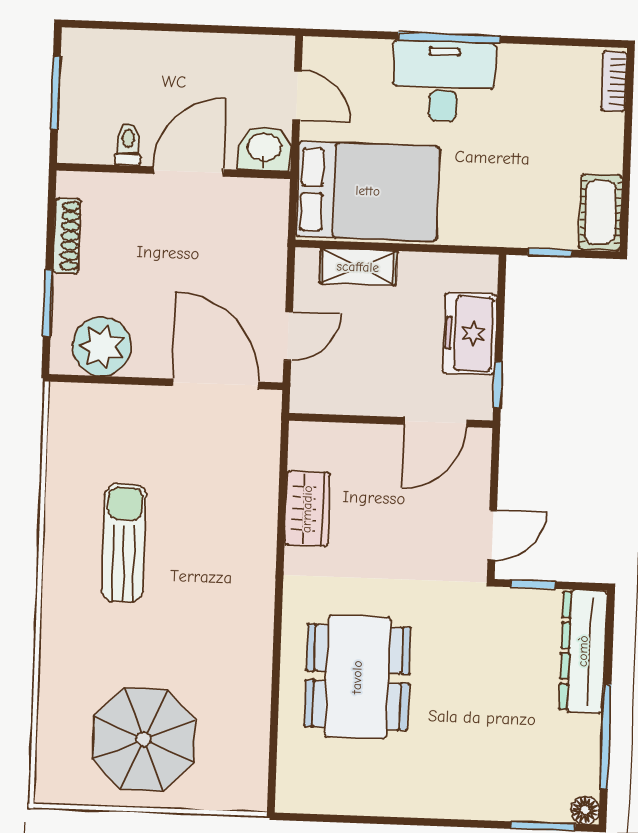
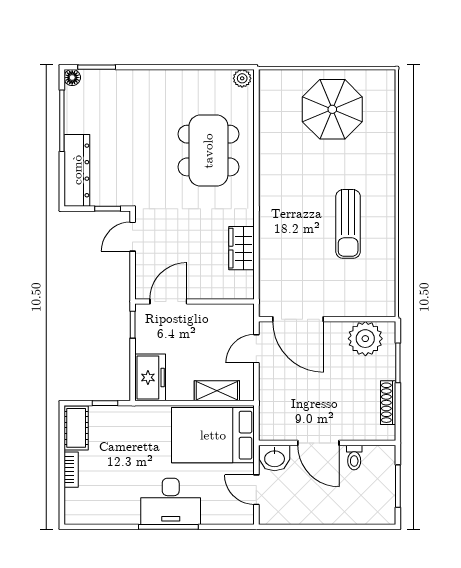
bookcase: (614, 81) -> (71, 470), moved
door: (188, 171) -> (318, 443), hinge flipped
freezer: (470, 334) -> (150, 377), moved
plant: (295, 798) -> (242, 78), added

